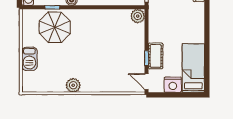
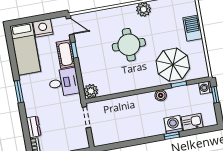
window: (207, 28) -> (19, 92), added
desk: (162, 29) -> (64, 82), added
round table: (93, 54) -> (129, 45), added

